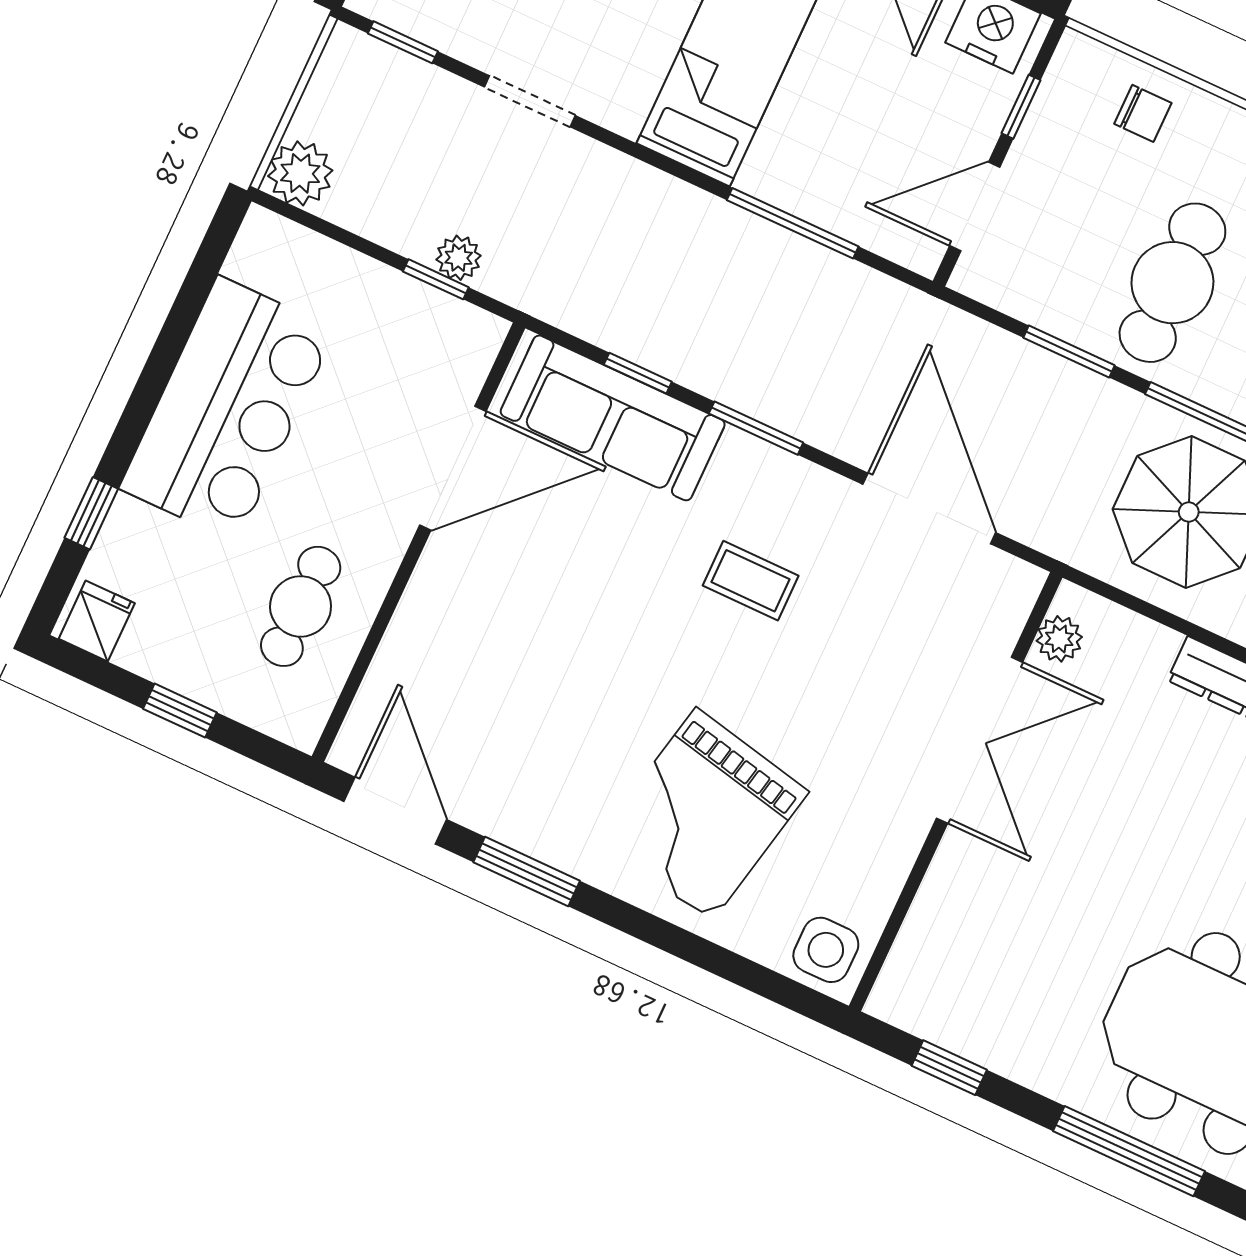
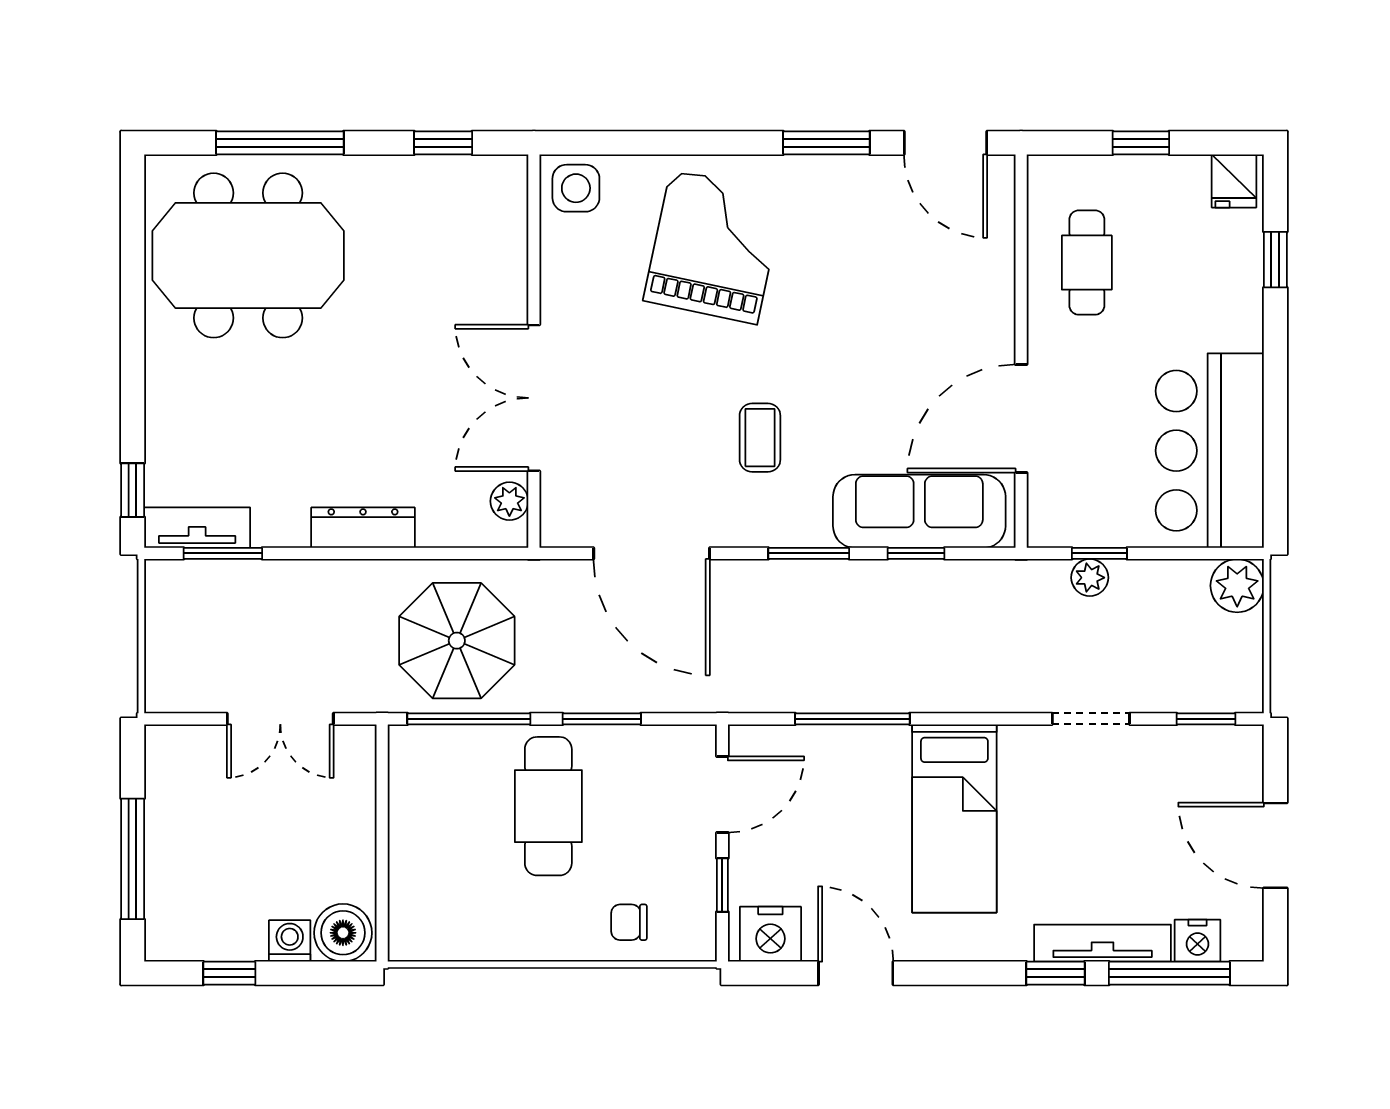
bar counter: (228, 409) -> (1210, 451), moved
coffee table: (751, 581) -> (760, 438), turned 90

